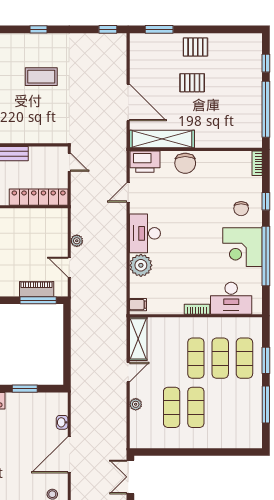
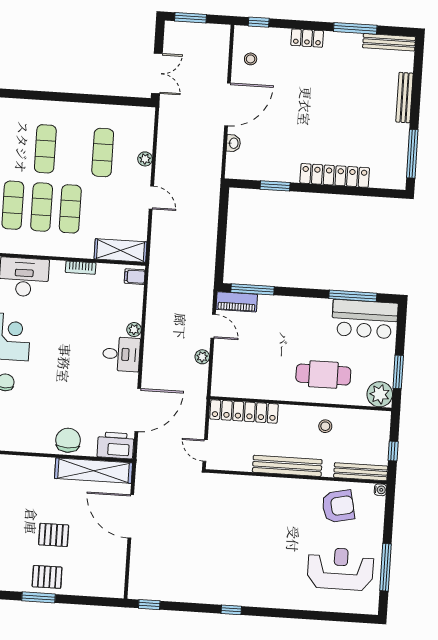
window: (159, 29) -> (38, 597), moved
coffee table: (41, 77) -> (232, 554), removed
door: (128, 192) -> (138, 410), width x1.87
desk: (145, 233) -> (121, 354), width x0.73
plant: (141, 265) -> (134, 330), width x0.53, depth x0.53
piano: (37, 289) -> (237, 302), moved
bookcase: (197, 309) -> (81, 268), moved
shelving: (138, 339) -> (121, 250), moved, turned 90
door: (128, 372) -> (151, 198), swing flipped
exercise mat: (196, 407) -> (45, 149), moved

